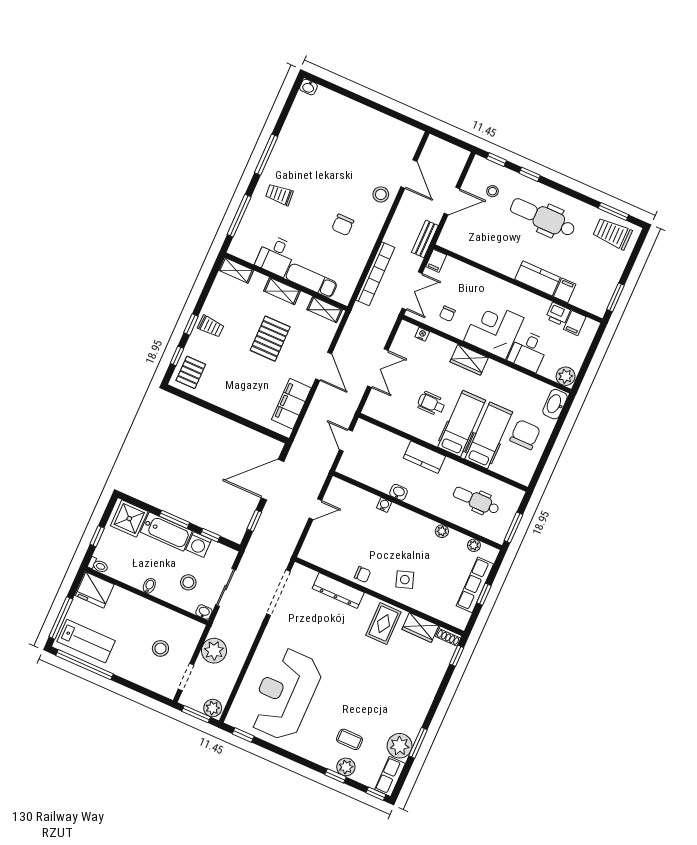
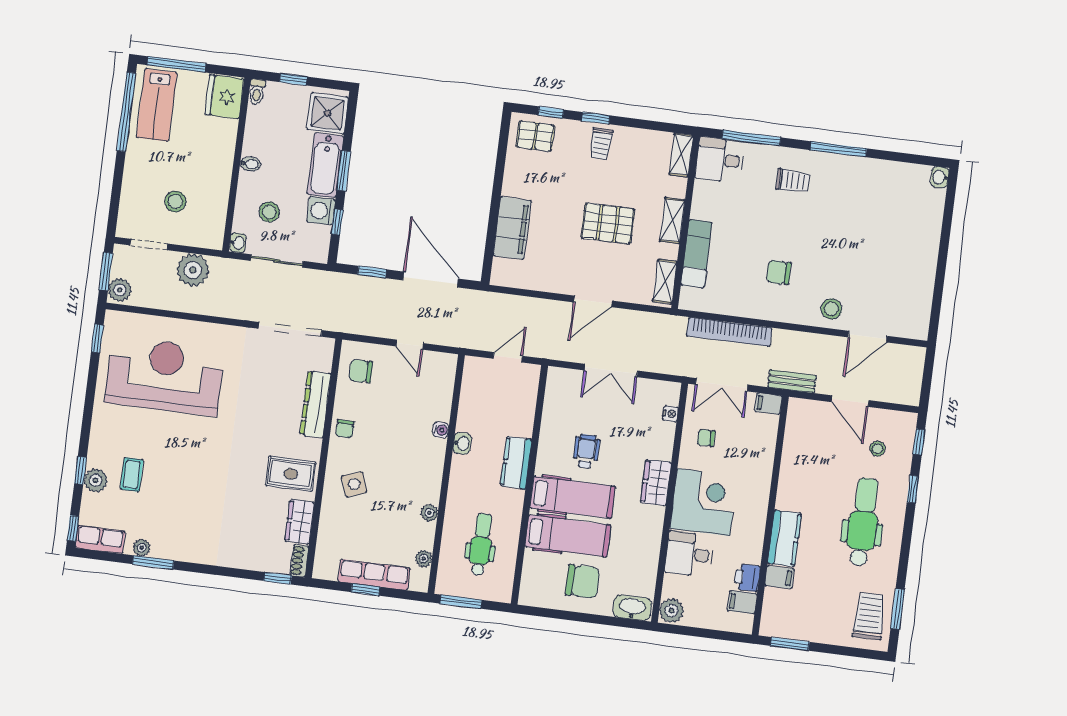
trolley: (279, 195) -> (793, 181), turned 94
desk: (276, 256) -> (720, 160), moved
filing cabinet: (291, 404) -> (512, 228), moved, turned 90
chair: (324, 550) -> (361, 371), added
plant: (400, 746) -> (142, 548), width x0.53, depth x0.53

